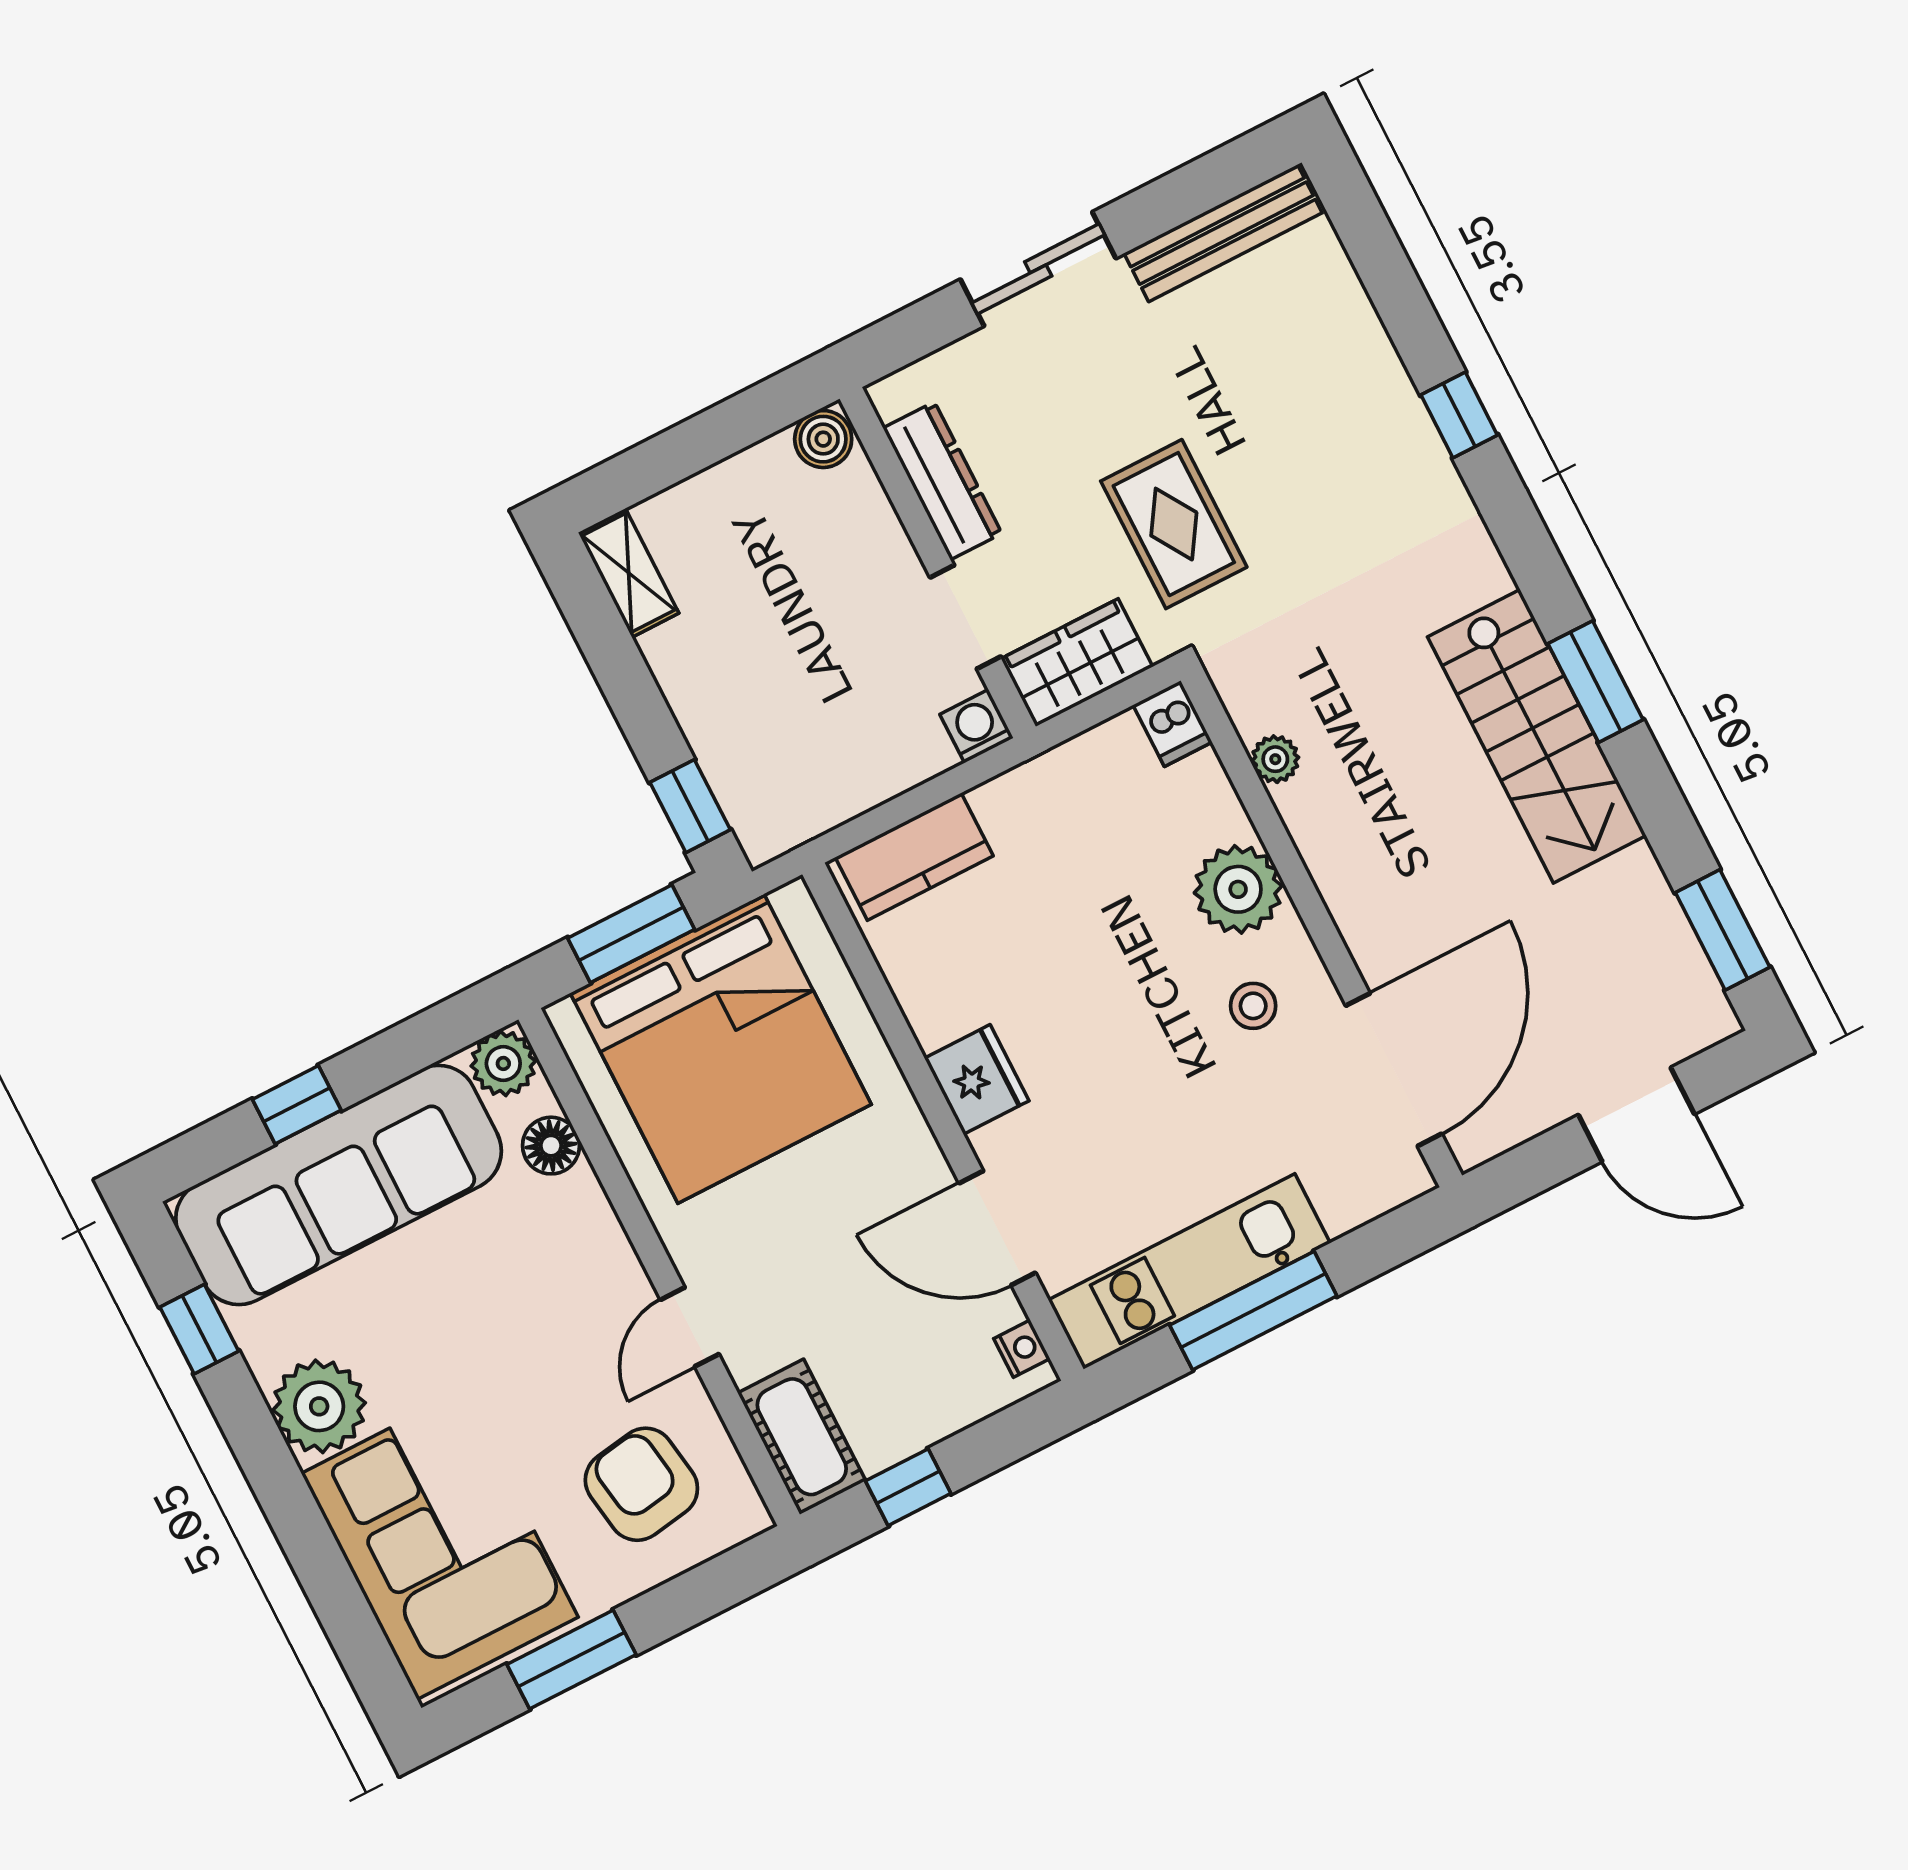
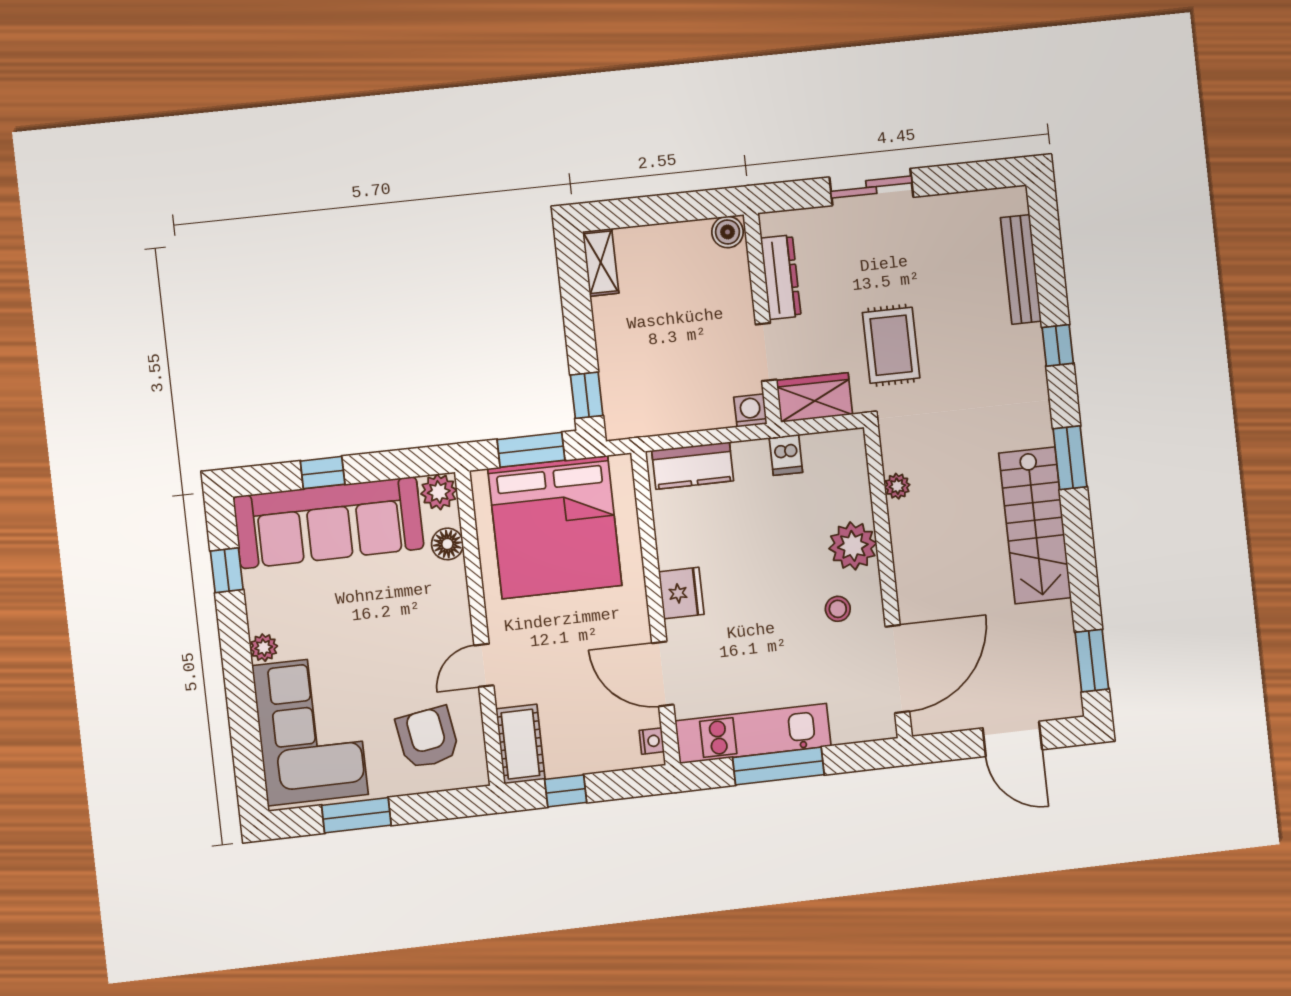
bench: (1223, 233) -> (1021, 269), moved, turned 90
window: (1596, 682) -> (1070, 458), moved
dishwasher: (1173, 724) -> (786, 455), moved
plant: (319, 1406) -> (264, 648), width x0.53, depth x0.53

